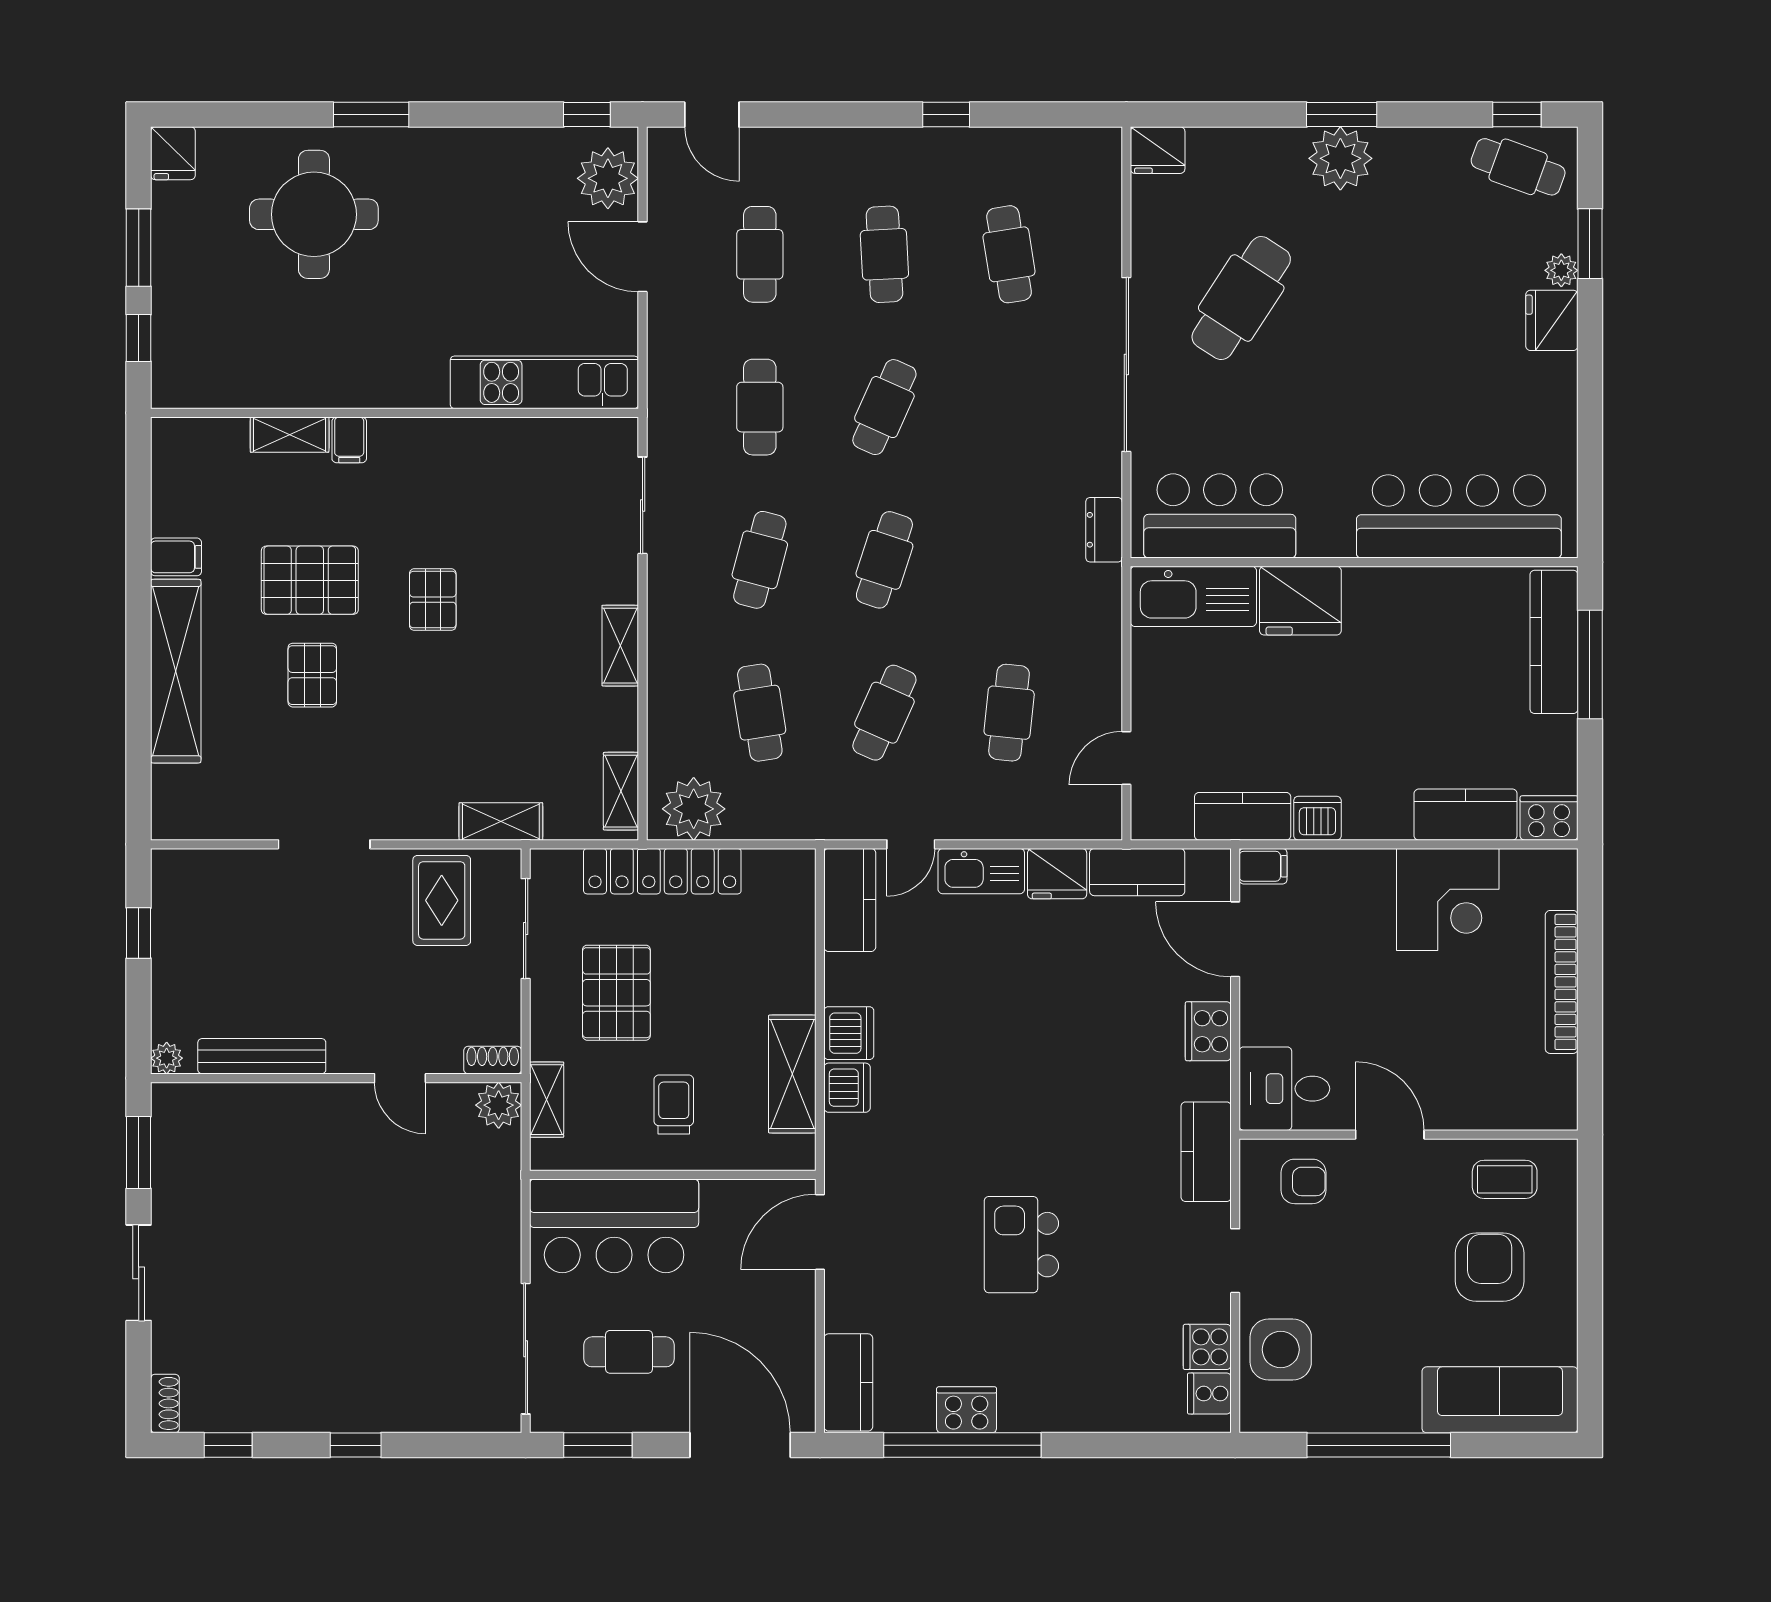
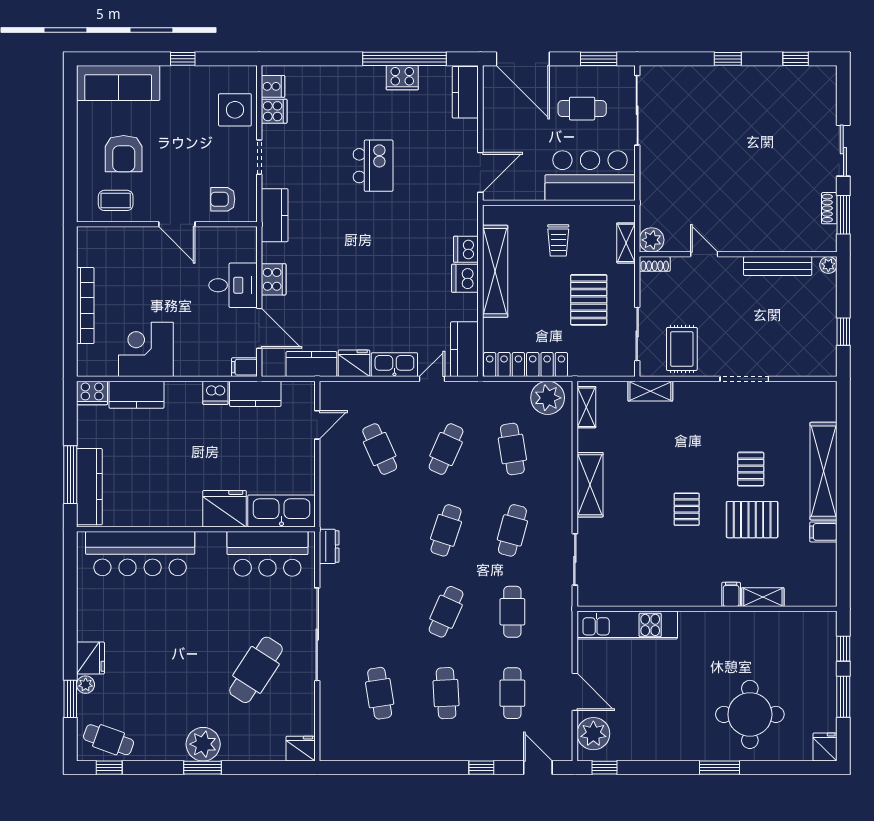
window: (946, 115) -> (481, 768), moved
shelving: (620, 646) -> (590, 485), width x1.50, depth x1.33
cafe table: (1009, 713) -> (380, 449), turned -30
locker: (662, 871) -> (526, 365), moved
shelving: (792, 1074) -> (495, 271), width x1.47
desk: (1284, 1089) -> (233, 285), moved
shoe rack: (165, 1403) -> (829, 208), moved
window: (1379, 1445) -> (183, 59), width x0.32

